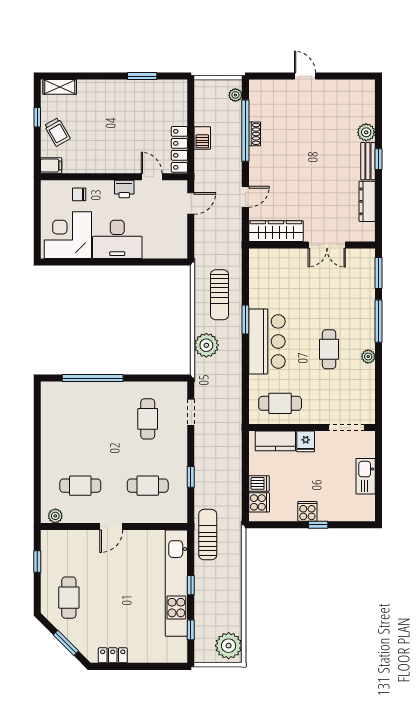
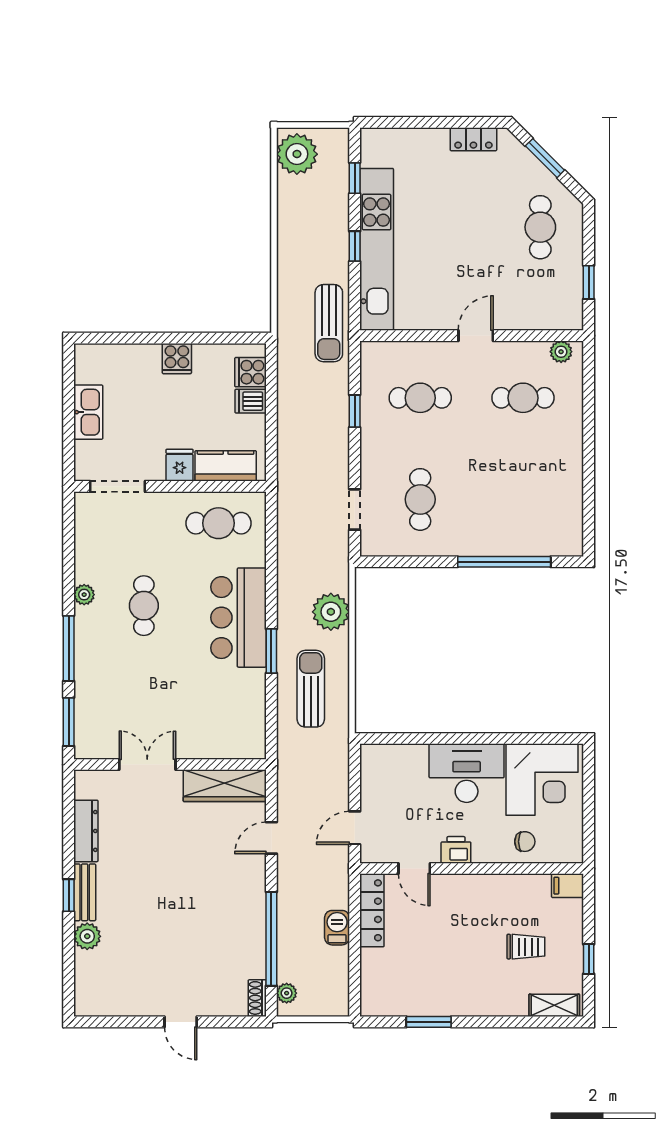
trolley: (57, 132) -> (526, 947), moved, turned 120
shoe rack: (255, 134) -> (257, 998), moved
window: (318, 525) -> (161, 338), removed

